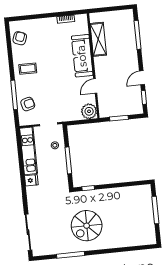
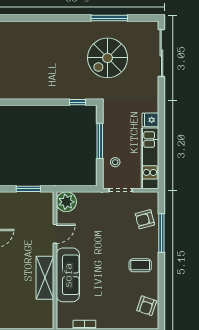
shelving: (98, 39) -> (45, 278), moved
spiral stairs: (87, 226) -> (108, 58), moved, turned 180

